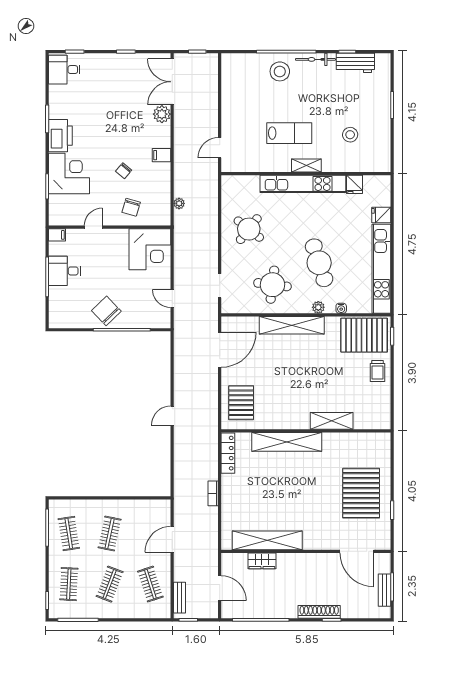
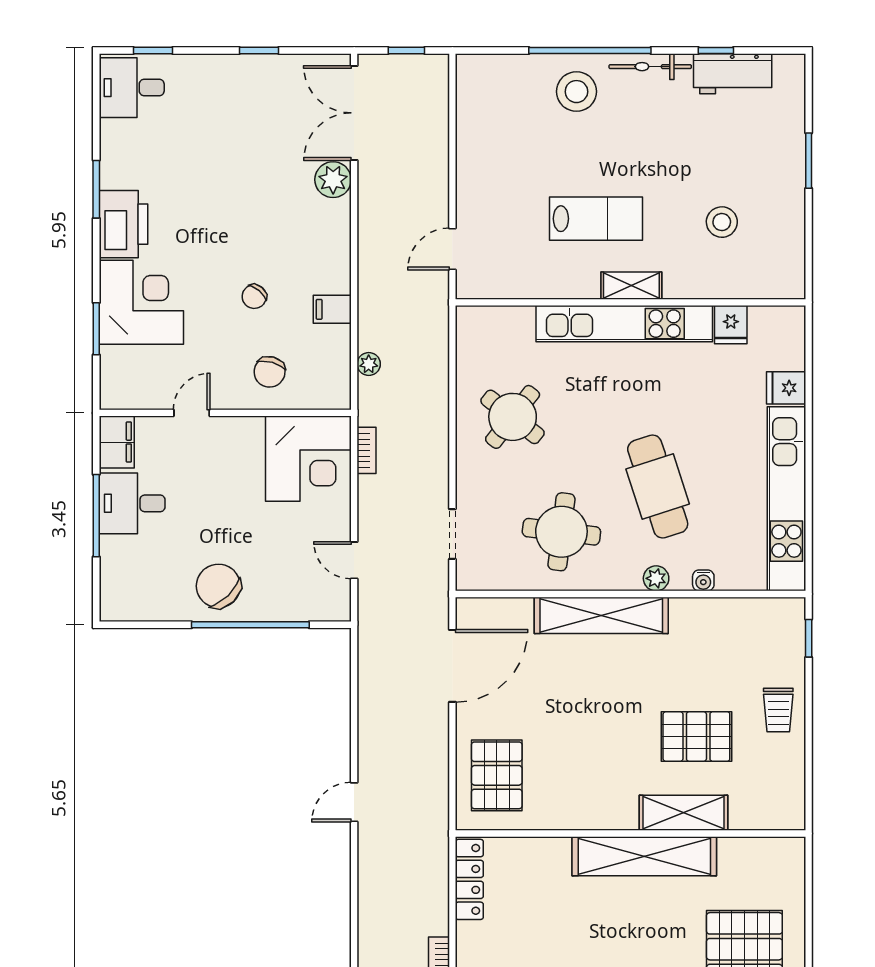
filing cabinet: (161, 155) -> (332, 309), moved
filing cabinet: (57, 235) -> (117, 442), width x2.00
bookcase: (178, 245) -> (367, 450), added
pallet: (364, 335) -> (696, 737), moved, width x0.73, depth x0.71
shelving: (287, 442) -> (644, 856), moved

